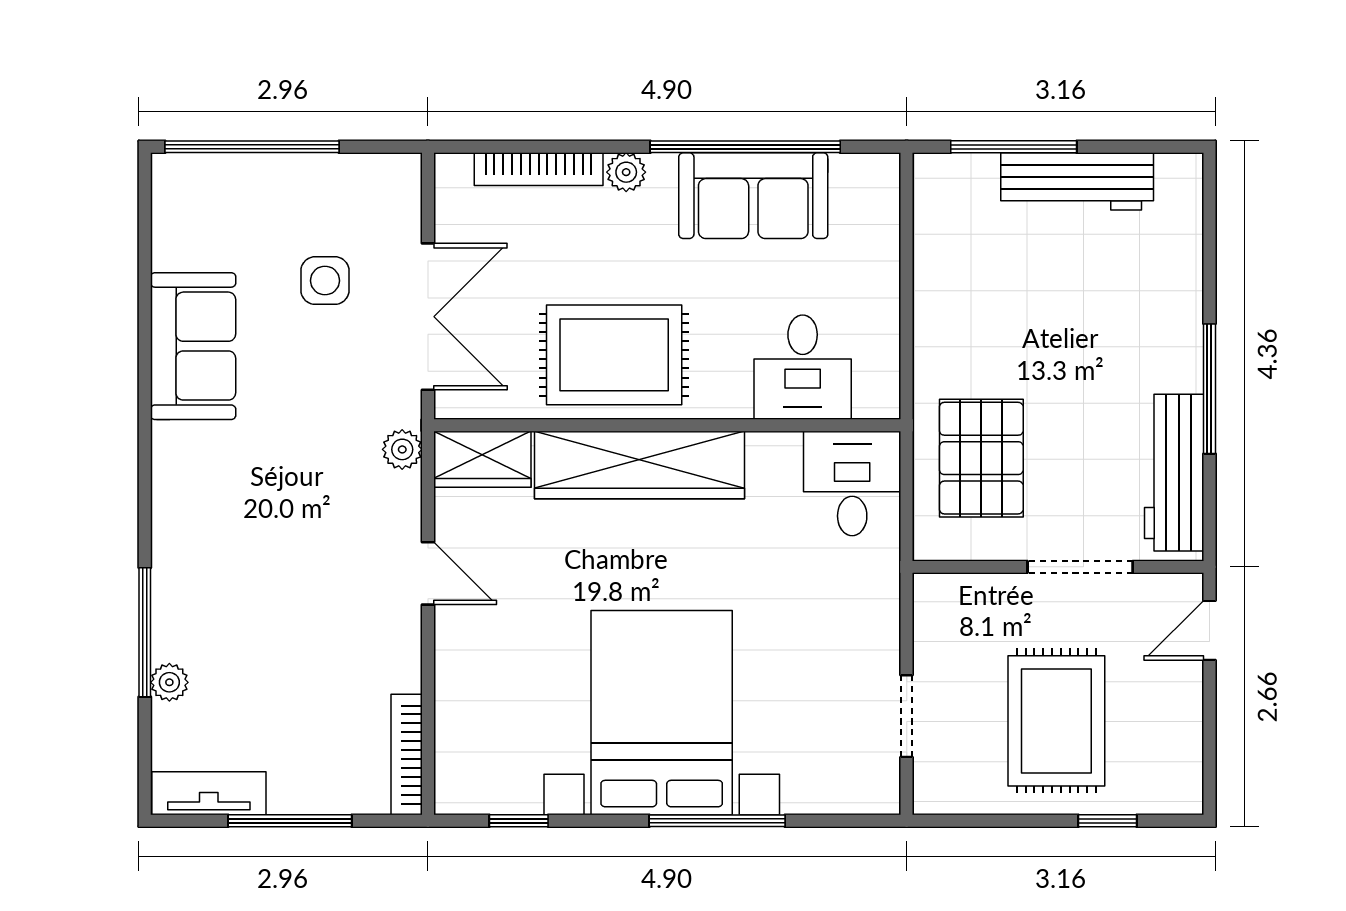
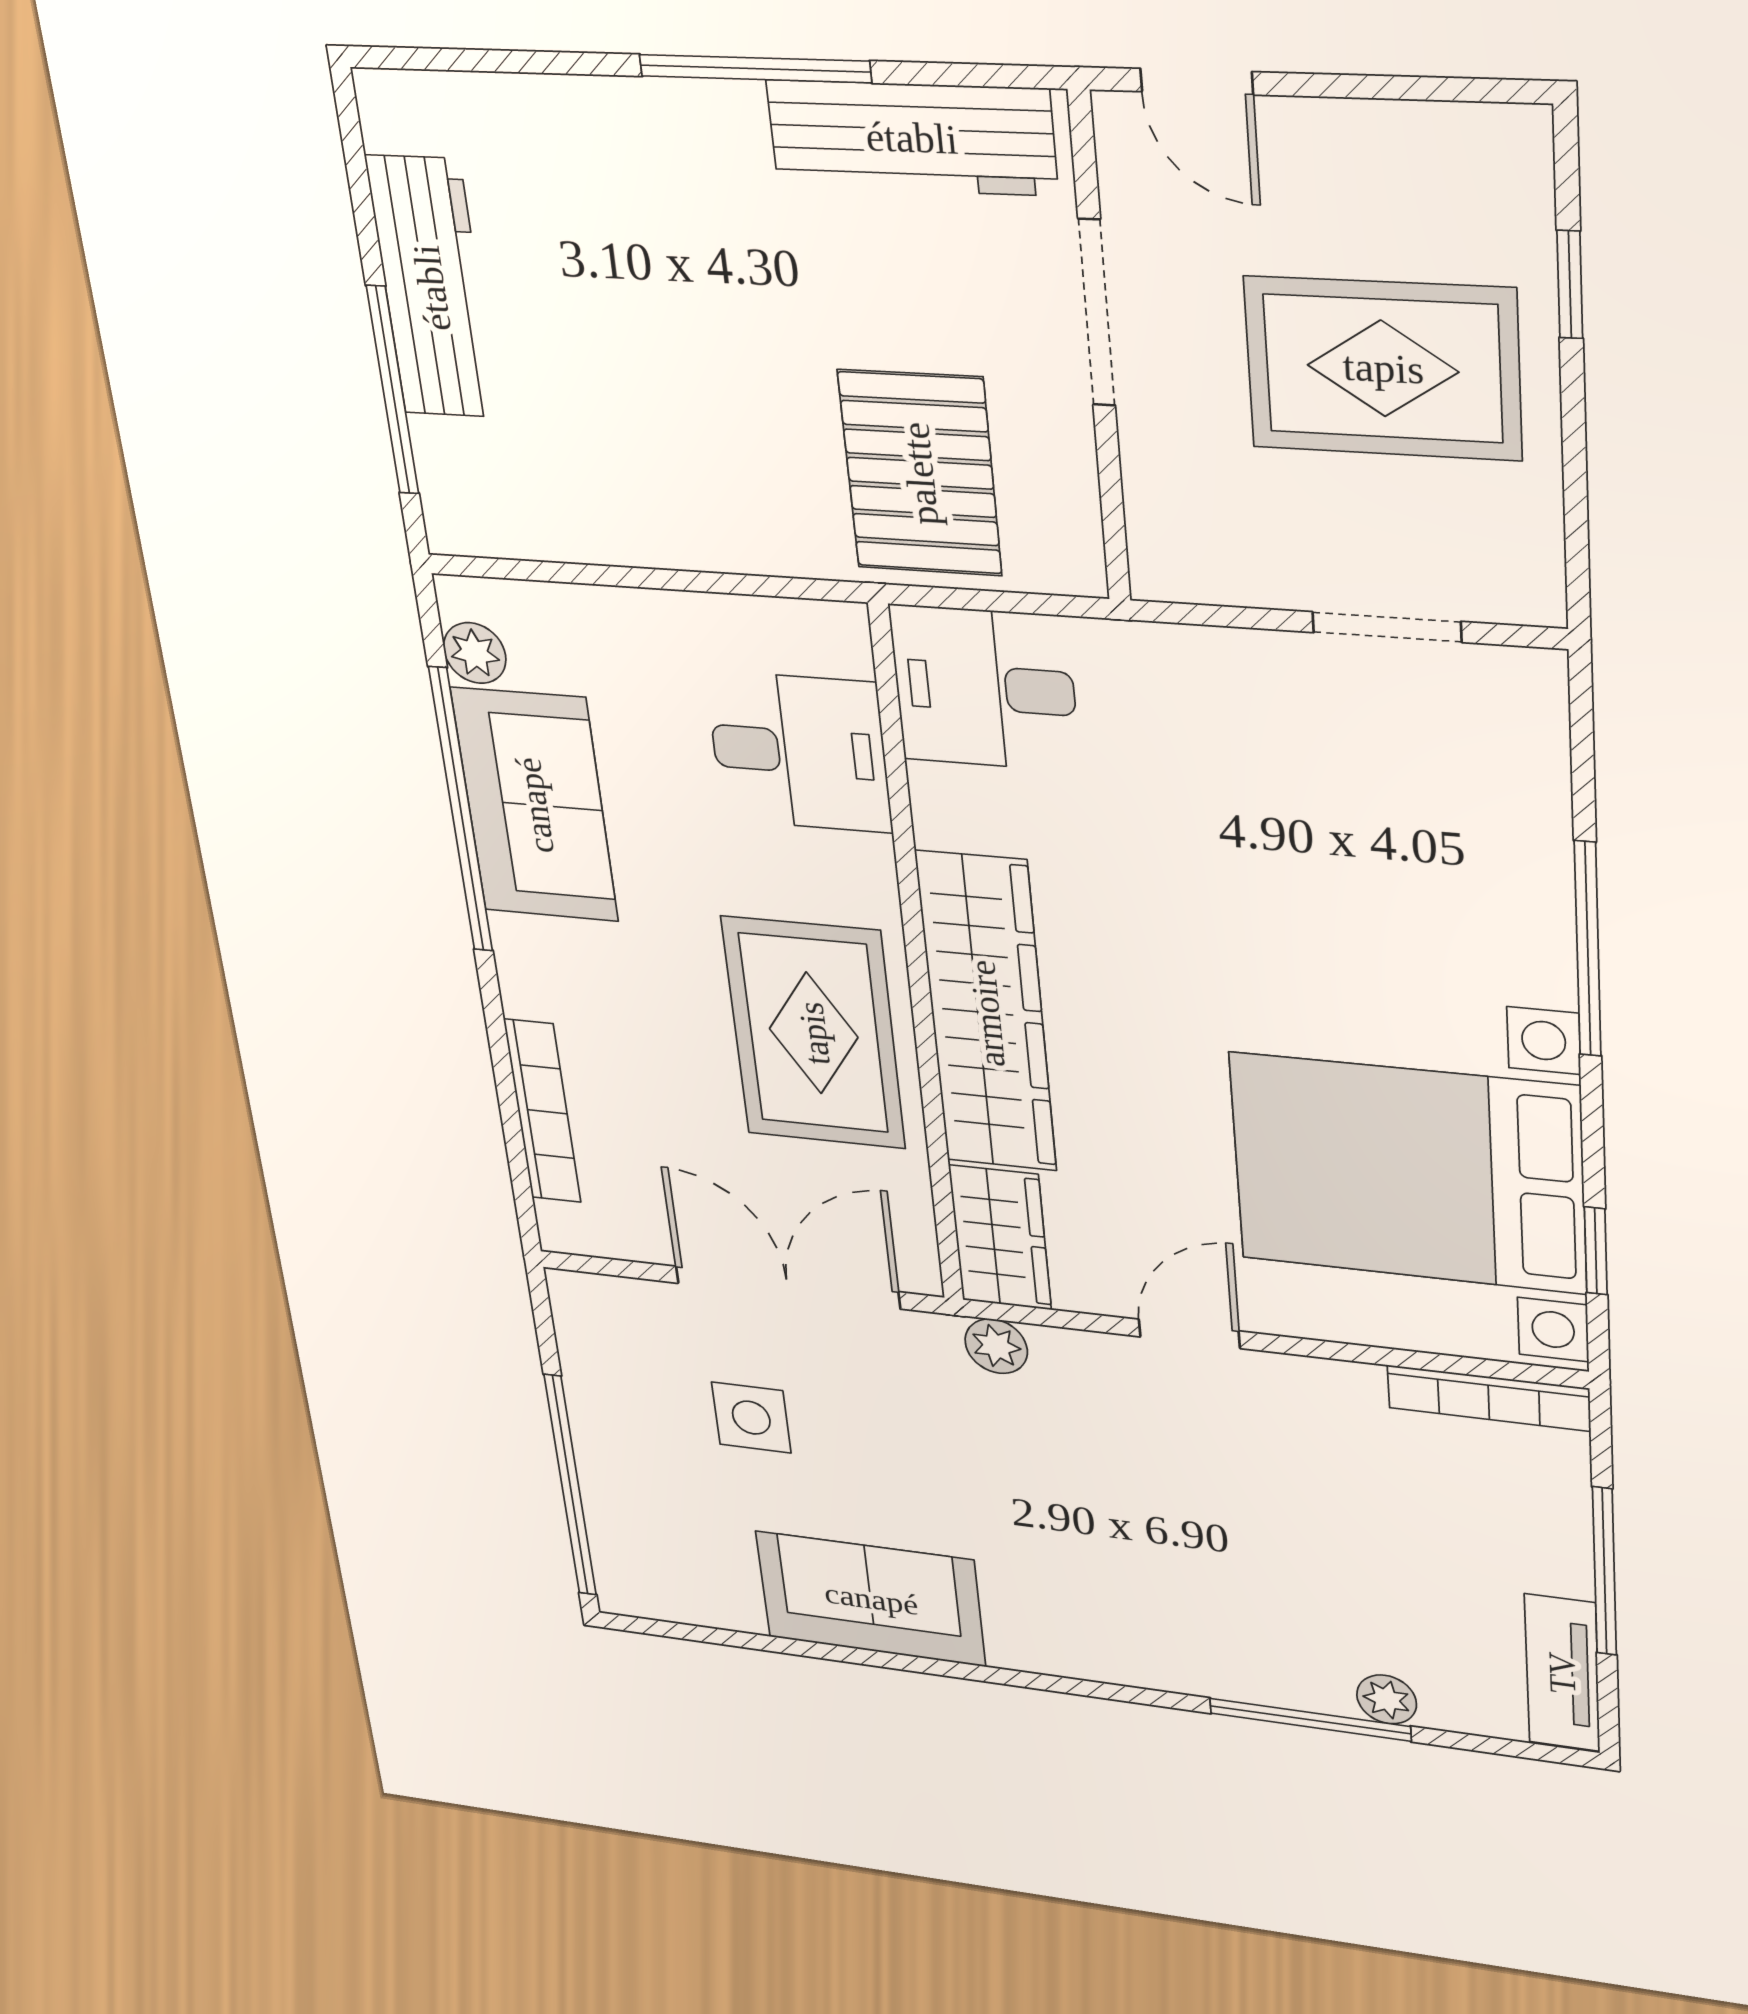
plant: (626, 172) -> (475, 653), moved
pallet: (981, 458) -> (920, 473), turned 90
bed with nightstands: (662, 713) -> (1408, 1173), moved

